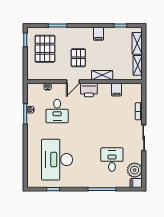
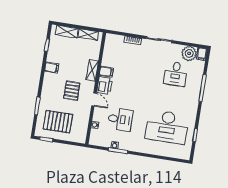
pallet: (78, 58) -> (72, 91), turned 90
filing cabinet: (117, 90) -> (106, 72), moved
desk: (112, 160) -> (175, 74), turned -90

